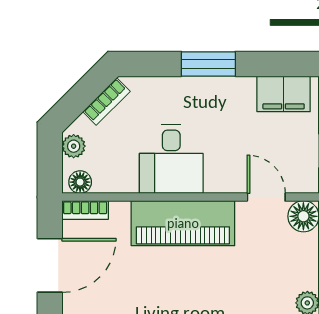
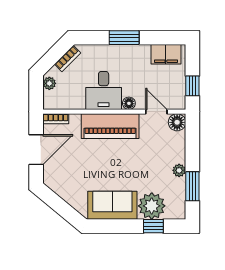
floor lamp: (80, 182) -> (129, 103), moved

